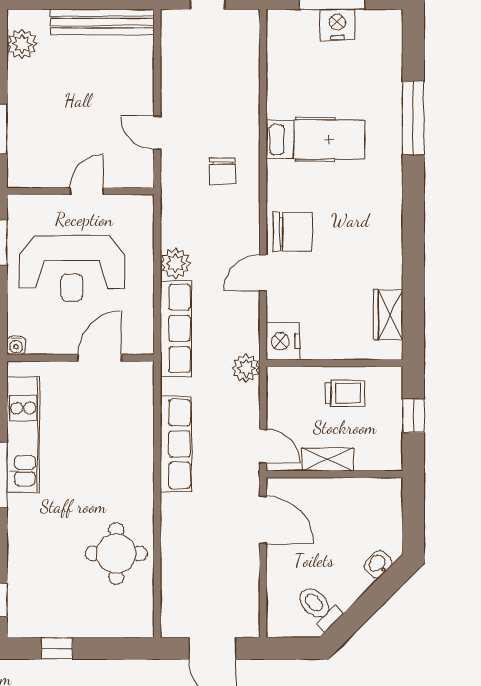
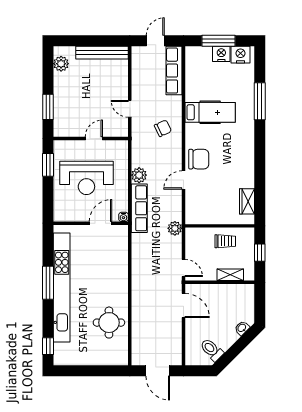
chair: (222, 171) -> (163, 128), turned -115
nightstand: (283, 341) -> (240, 55), moved, turned 90
water cooler: (16, 345) -> (123, 217), moved
kitchen unit: (23, 435) -> (62, 287), width x1.86
row of seats: (176, 444) -> (174, 71), moved, turned 180
shelving: (328, 459) -> (230, 275), moved
window: (57, 648) -> (79, 371), removed

